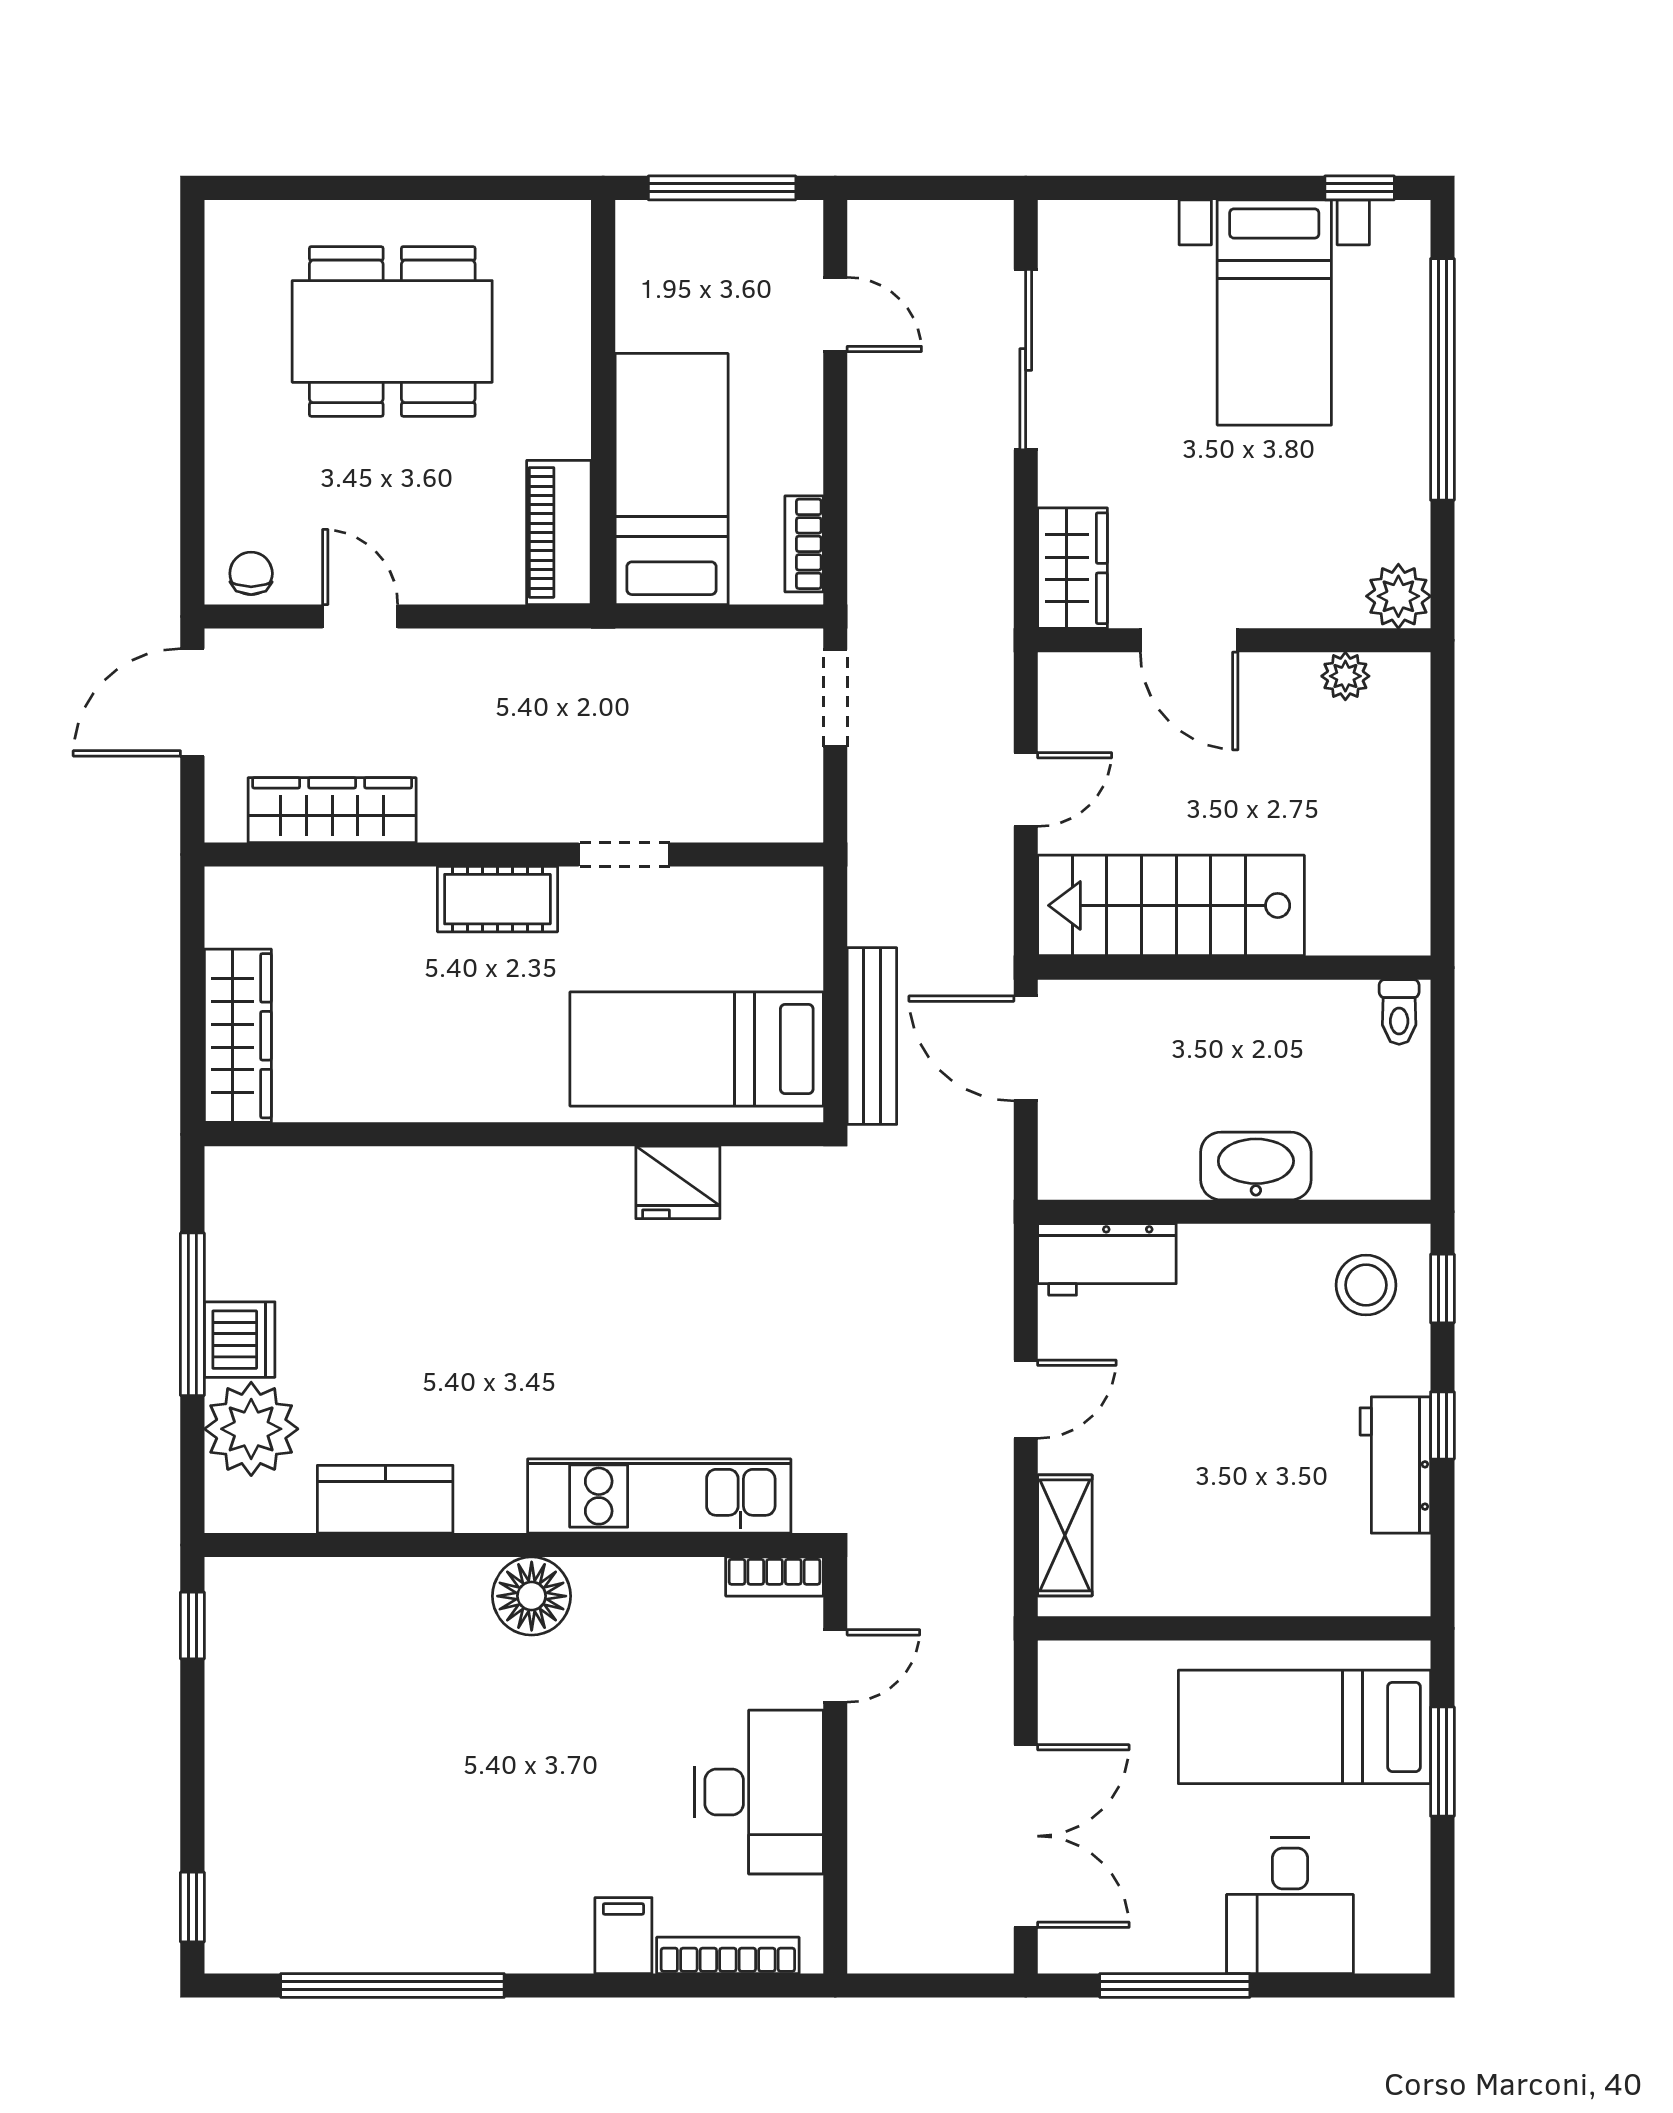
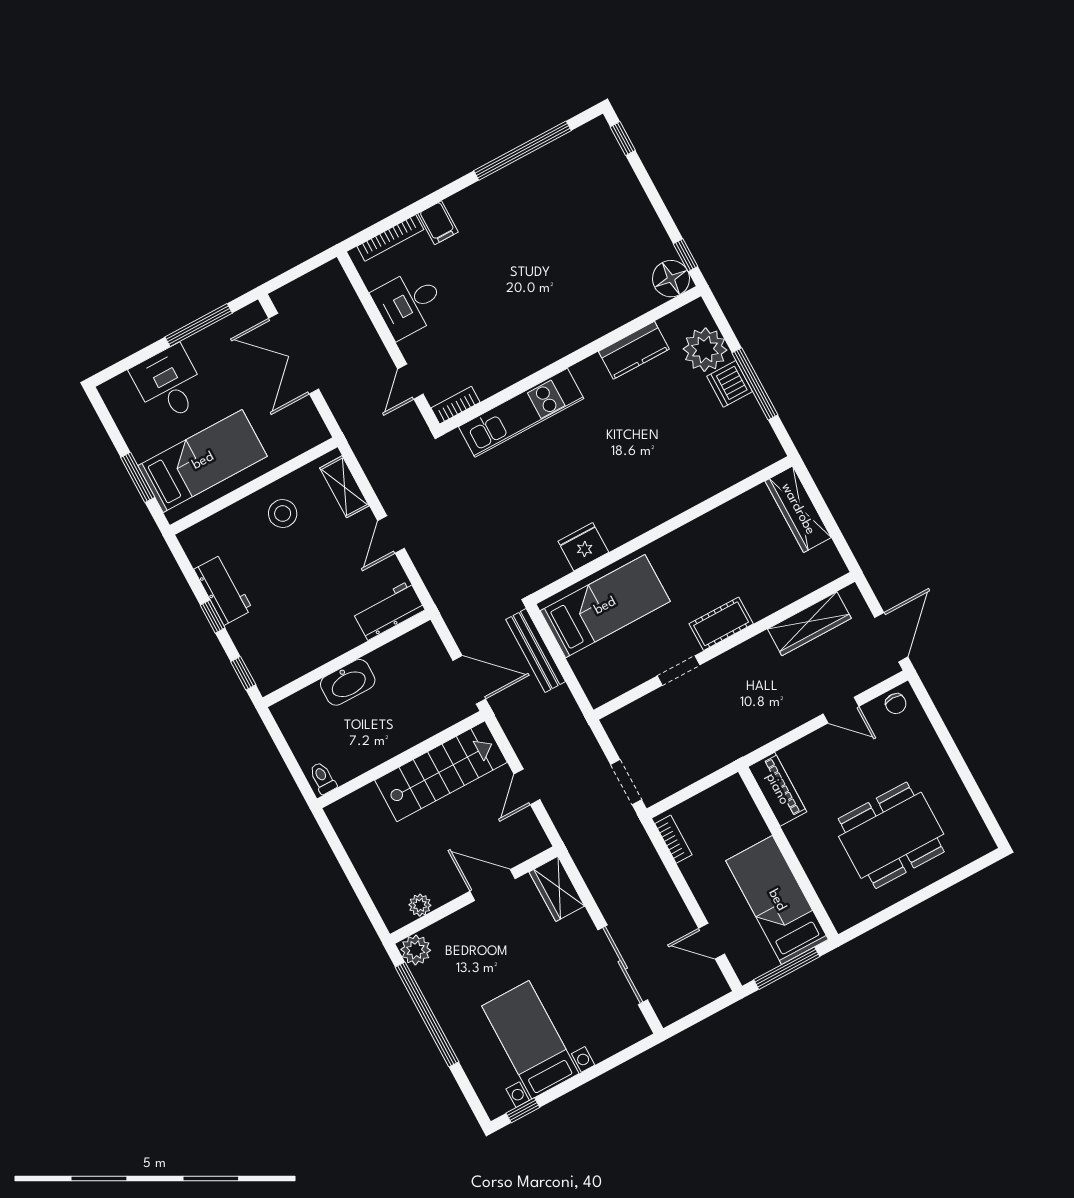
window: (1442, 379) -> (427, 1015), moved
bed: (672, 479) -> (777, 900), moved, turned 180
stool: (1366, 1285) -> (283, 514), moved
floor lamp: (532, 1596) -> (671, 279), moved
desk: (759, 1792) -> (409, 303), width x0.73

